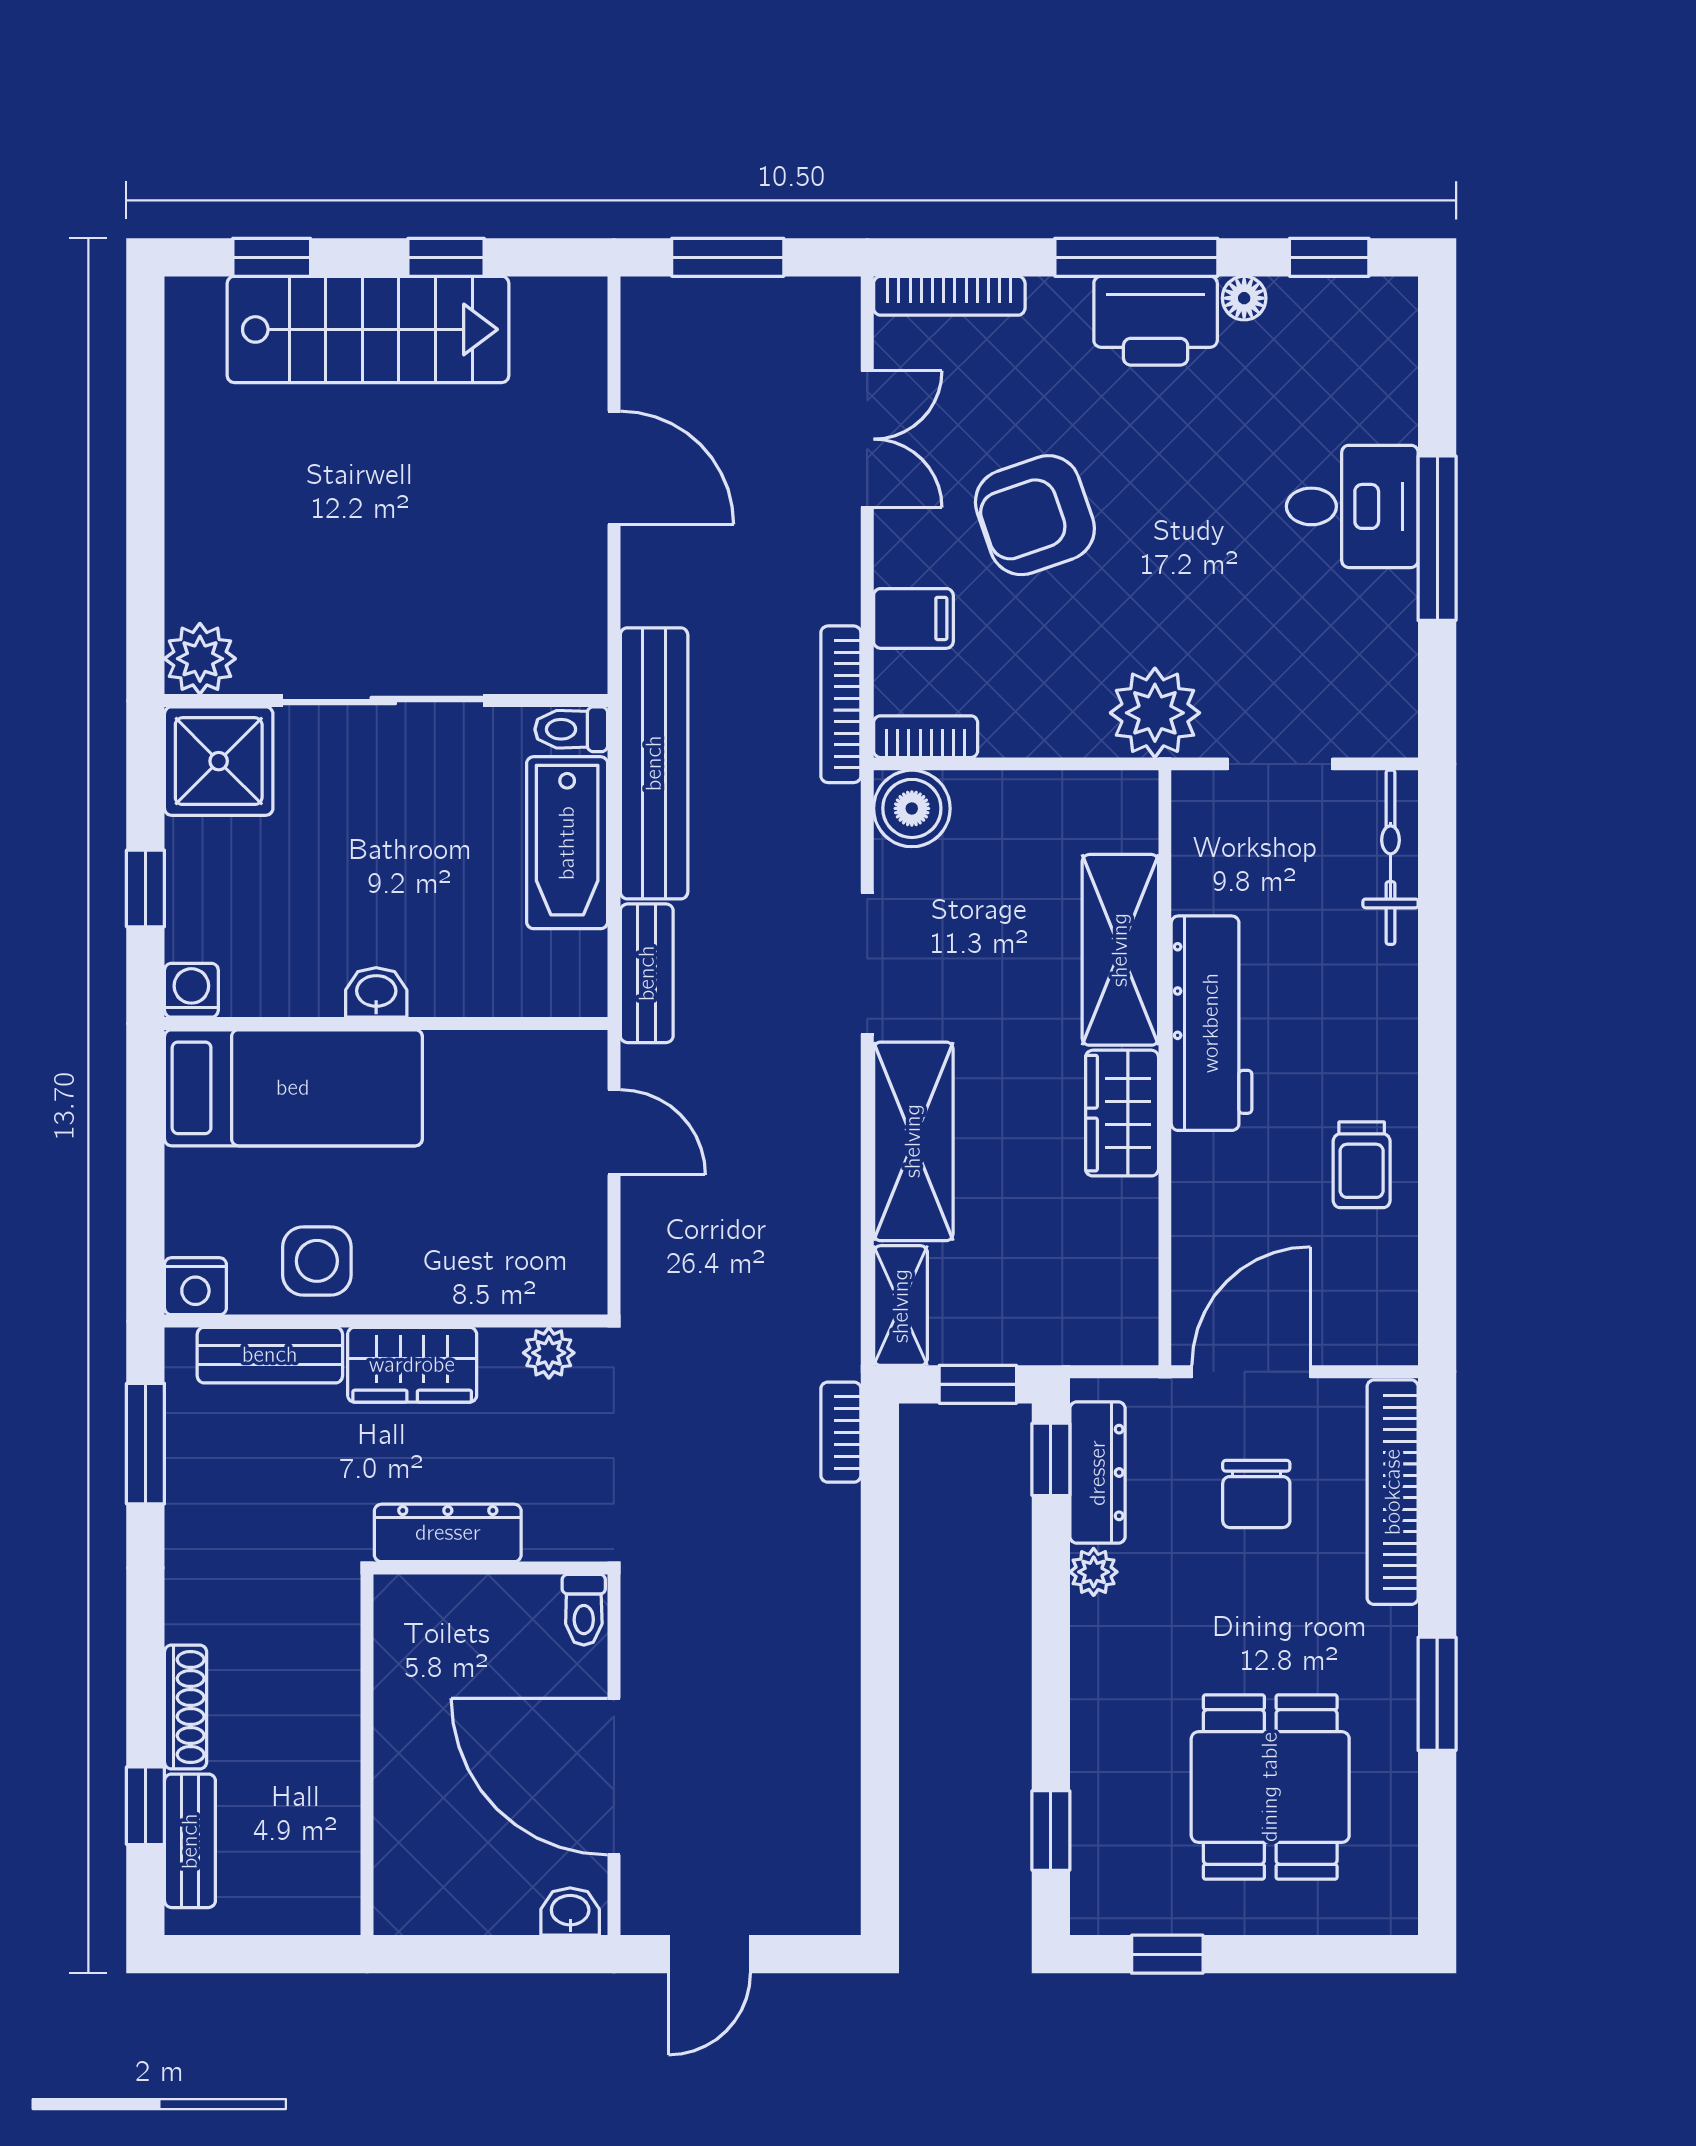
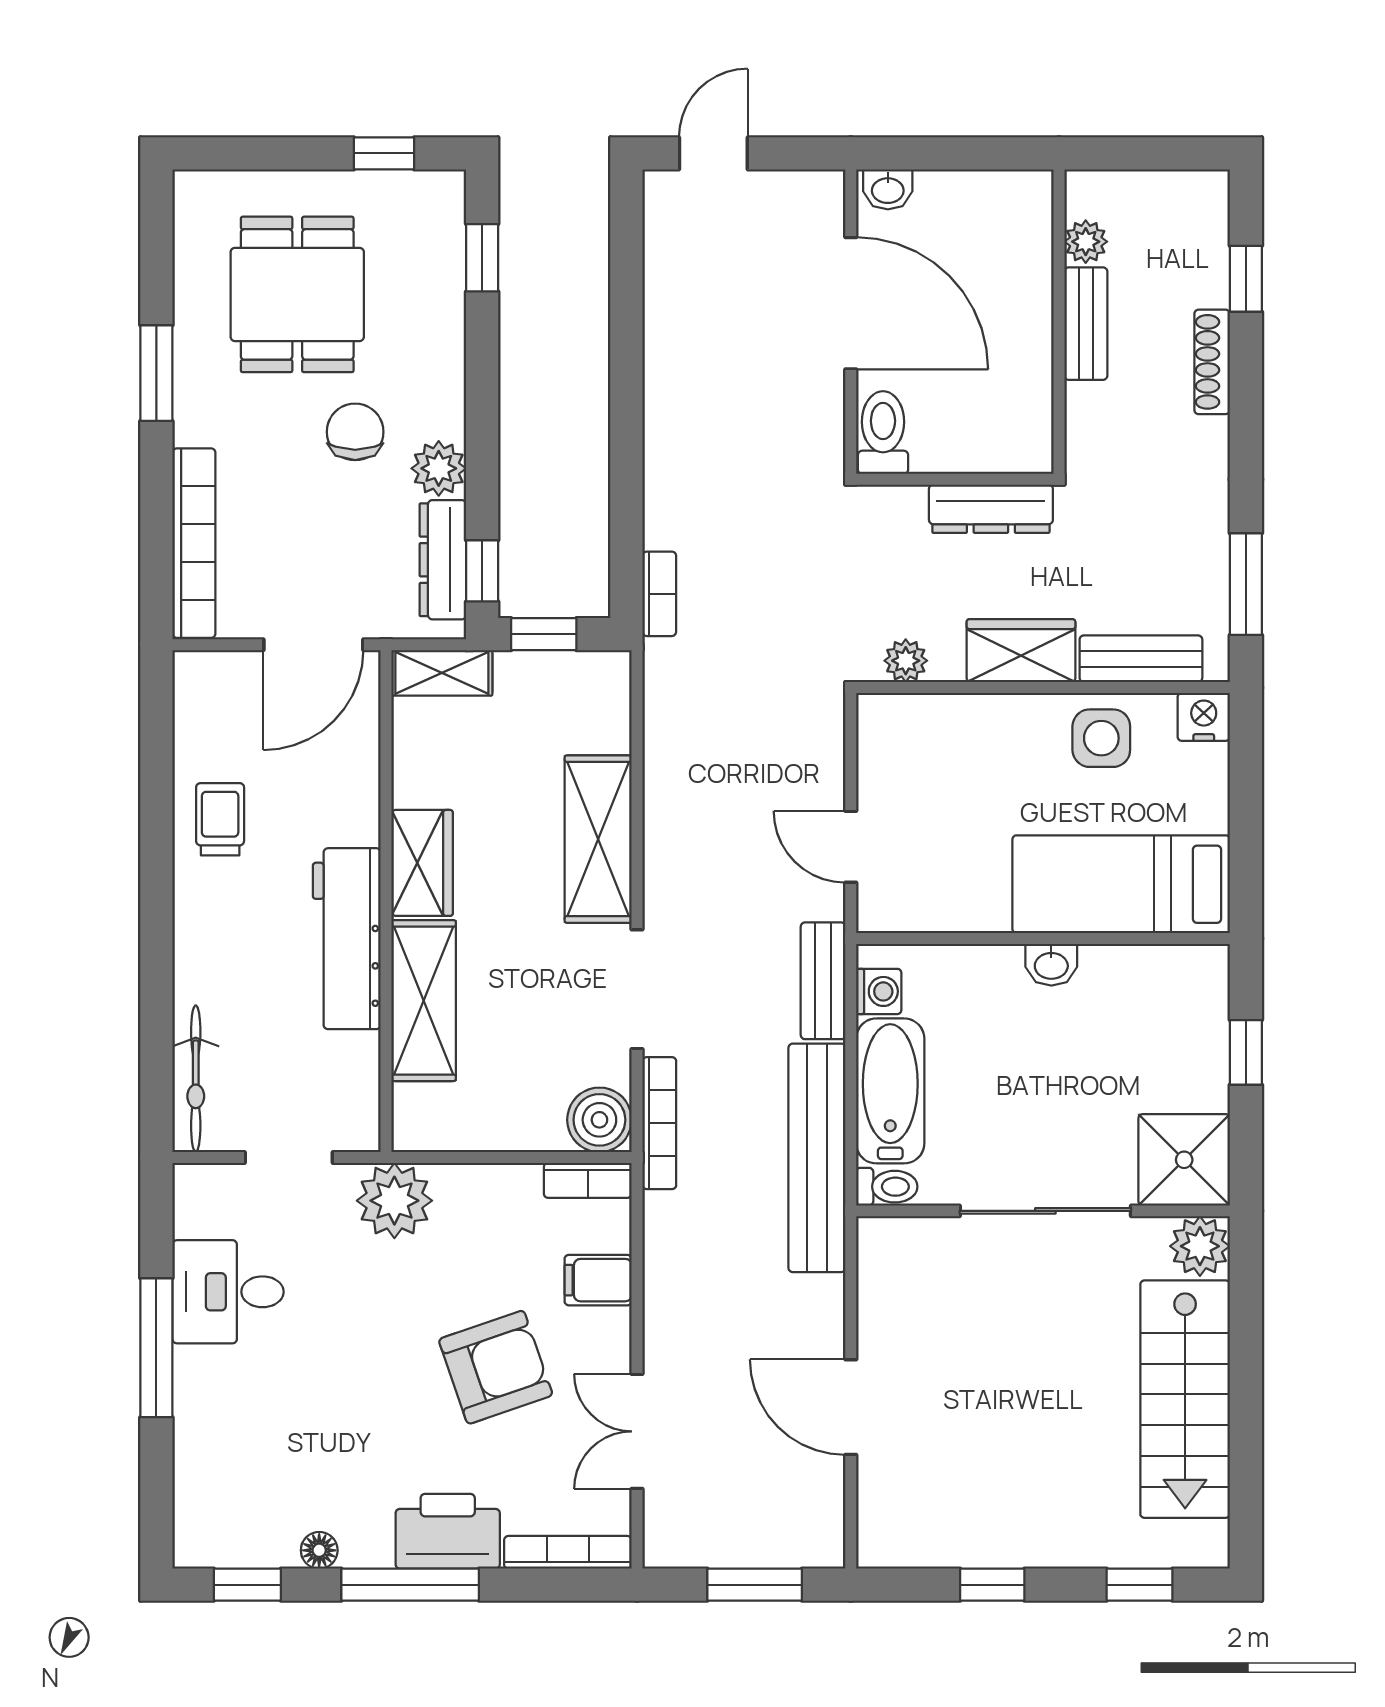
printer: (1156, 321) -> (448, 1531), moved
stairs: (368, 329) -> (1185, 1399), moved, turned -90
desk: (1352, 506) -> (228, 1292), moved
bookcase: (841, 704) -> (659, 1123), moved
washing machine: (191, 990) -> (879, 991), moved, turned -90
shelving: (901, 1306) -> (442, 673), moved, turned 90
chair: (1256, 1494) -> (355, 432), moved
plant: (1094, 1572) -> (439, 468), width x1.38, depth x1.38
toilet: (584, 1610) -> (883, 433), width x1.37, depth x1.39
bench: (190, 1841) -> (1086, 324), moved
plant: (335, 1850) -> (1086, 242), added
door: (709, 1954) -> (713, 153), moved

